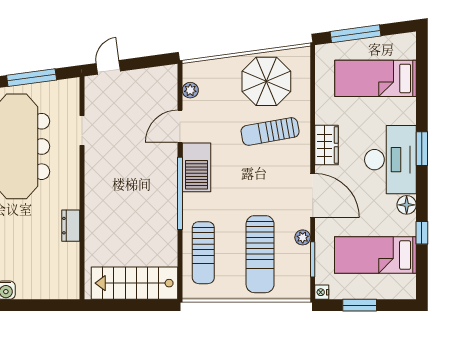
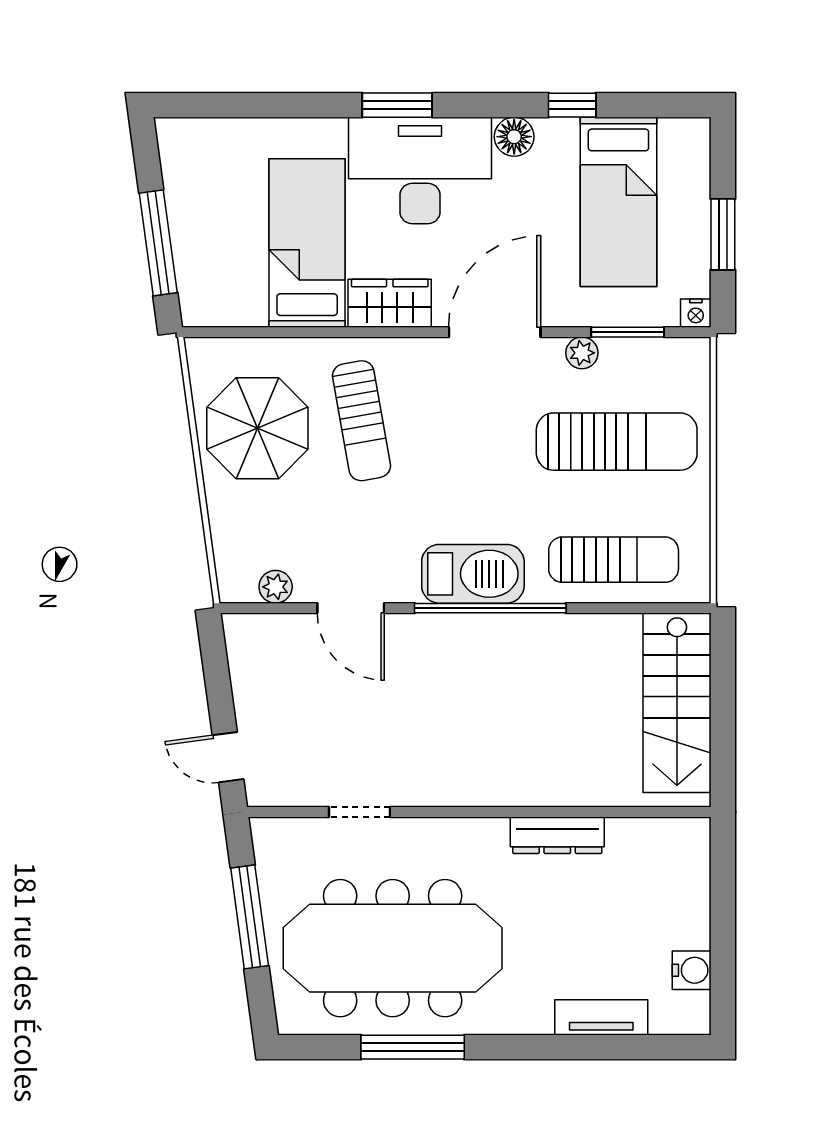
bed: (375, 78) -> (307, 243), moved, turned 180
barbecue: (196, 167) -> (473, 574), moved
dresser: (71, 226) -> (557, 835), width x1.44

